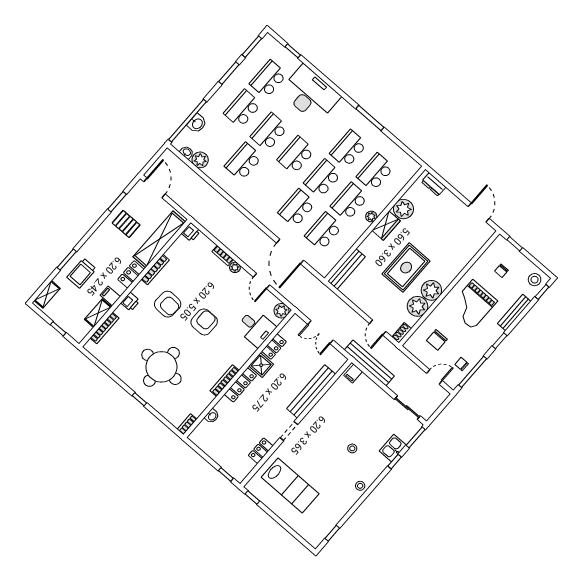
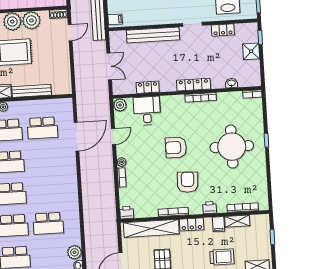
school desk: (297, 208) -> (44, 160), removed
bench: (346, 269) -> (32, 91), moved
shower: (261, 365) -> (251, 51), moved

